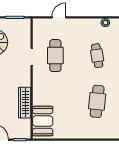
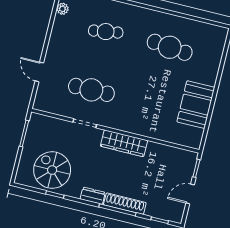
wardrobe: (25, 103) -> (124, 143), moved
booth: (43, 121) -> (196, 105), moved, turned 90

